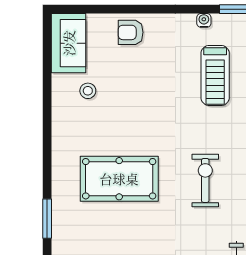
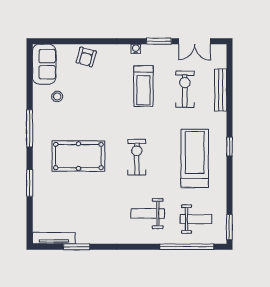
armchair: (131, 32) -> (86, 57), turned -74
window: (47, 138) -> (30, 128), added

